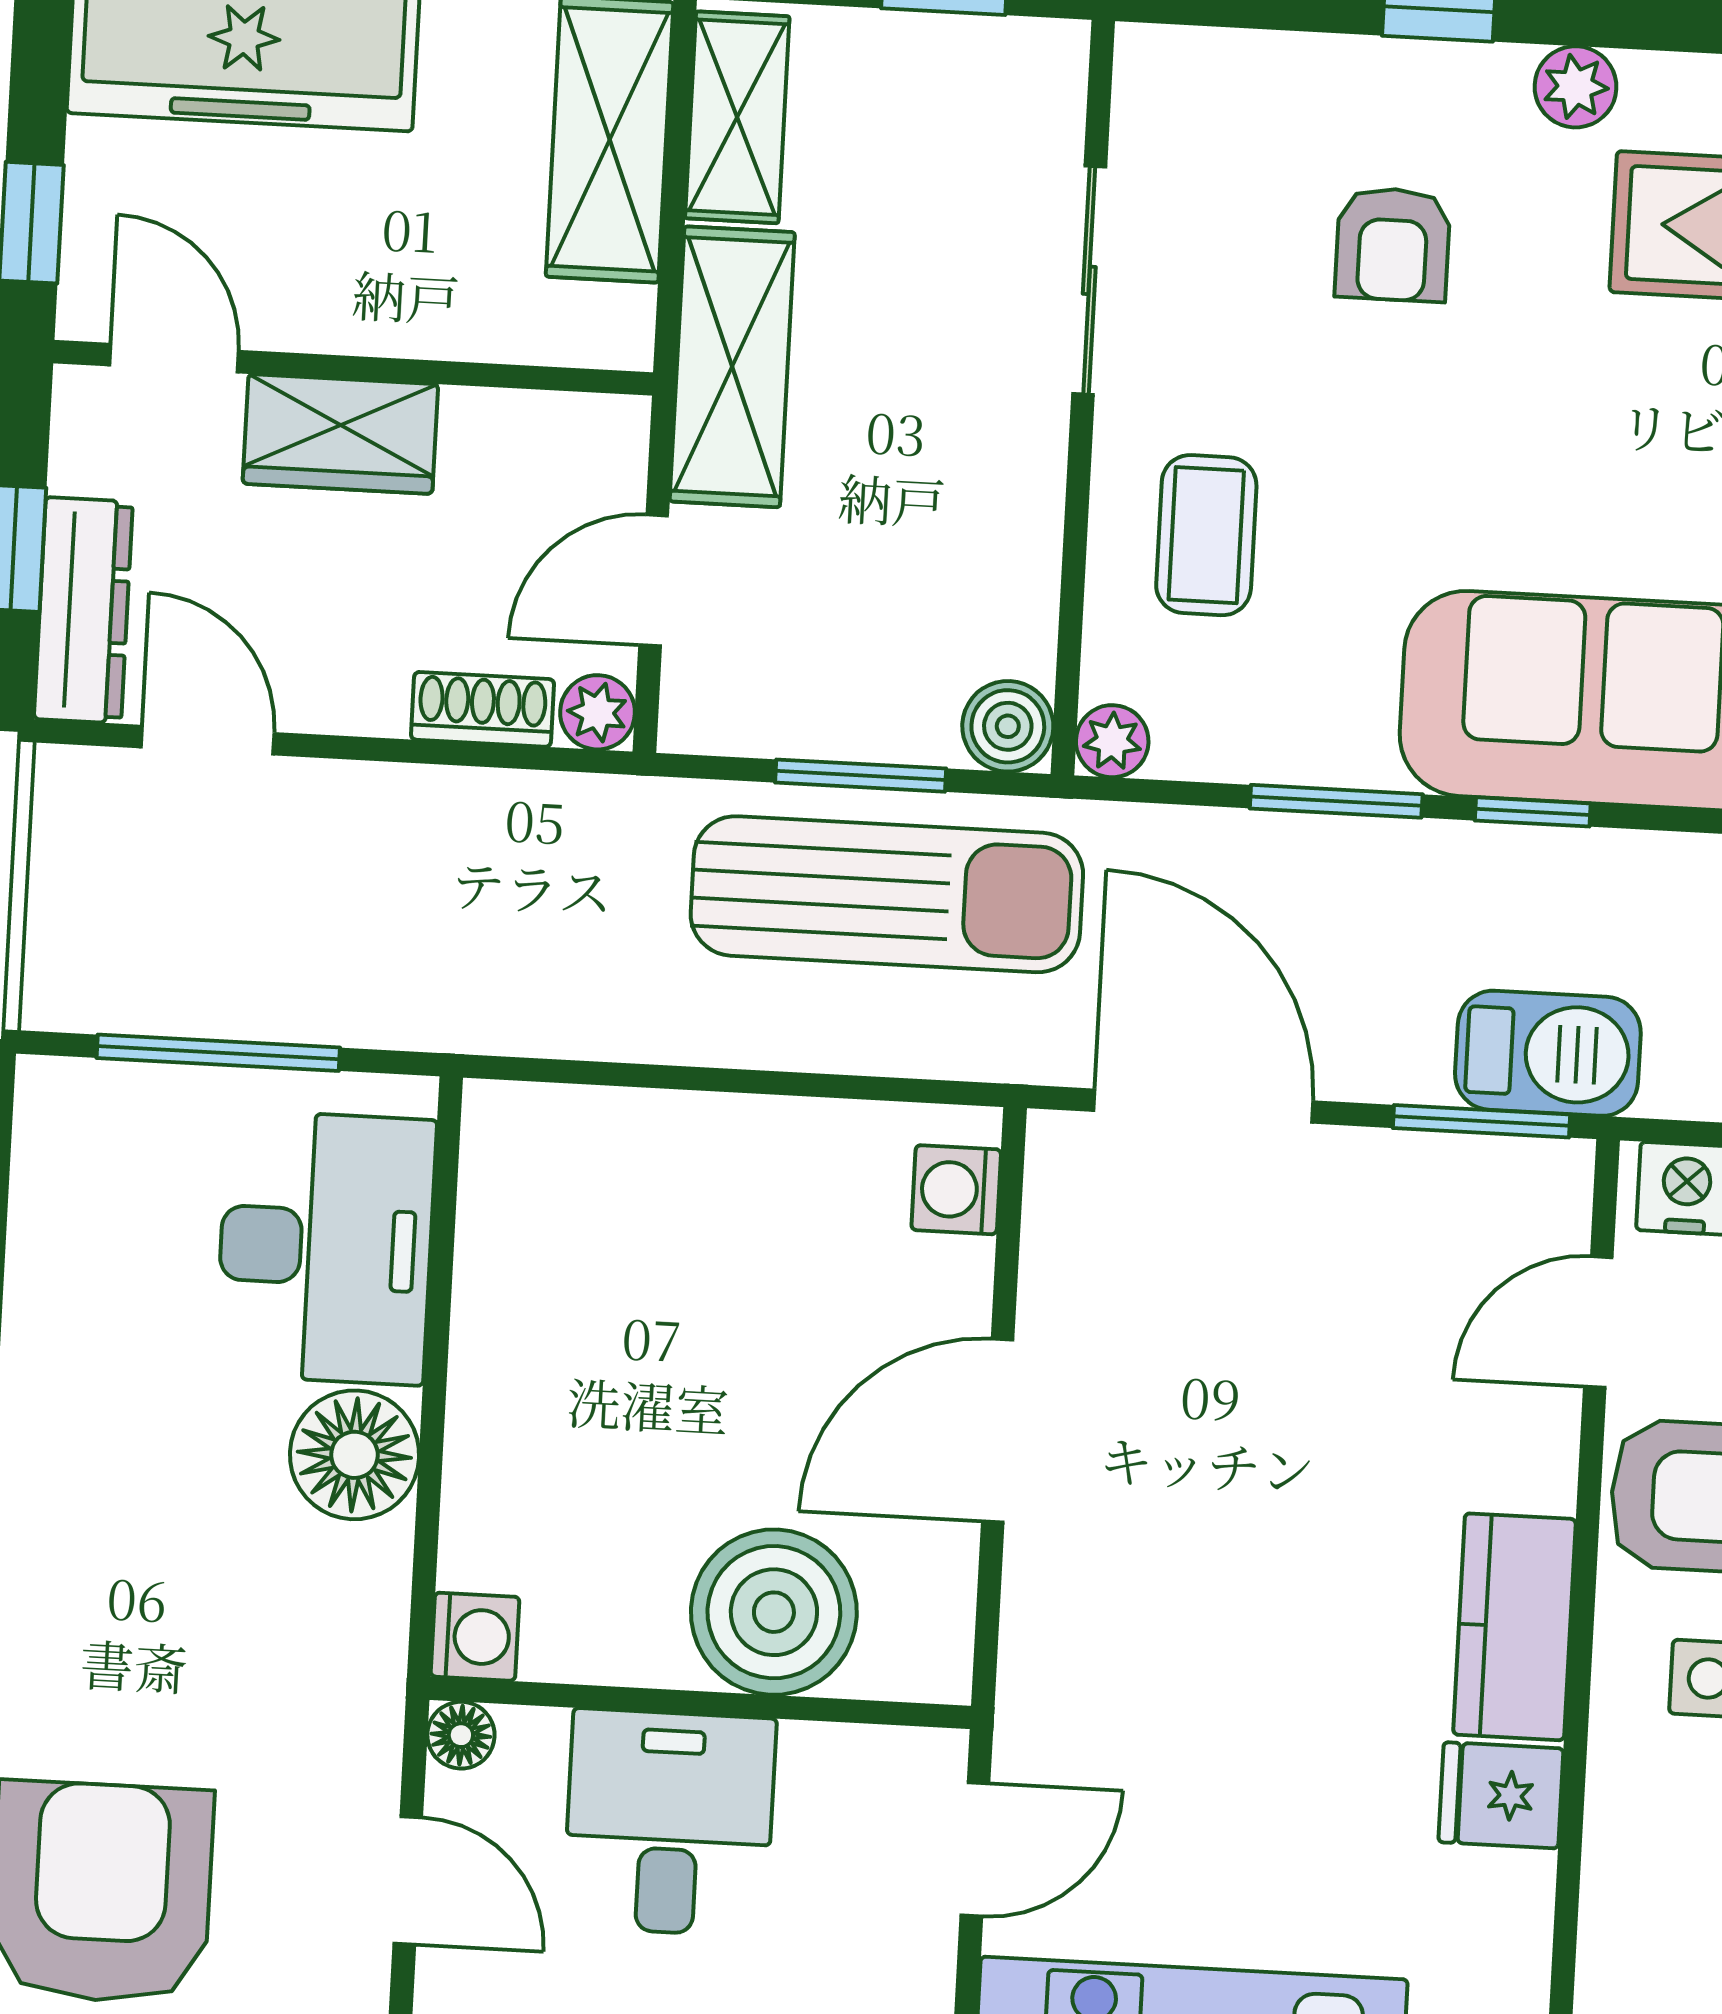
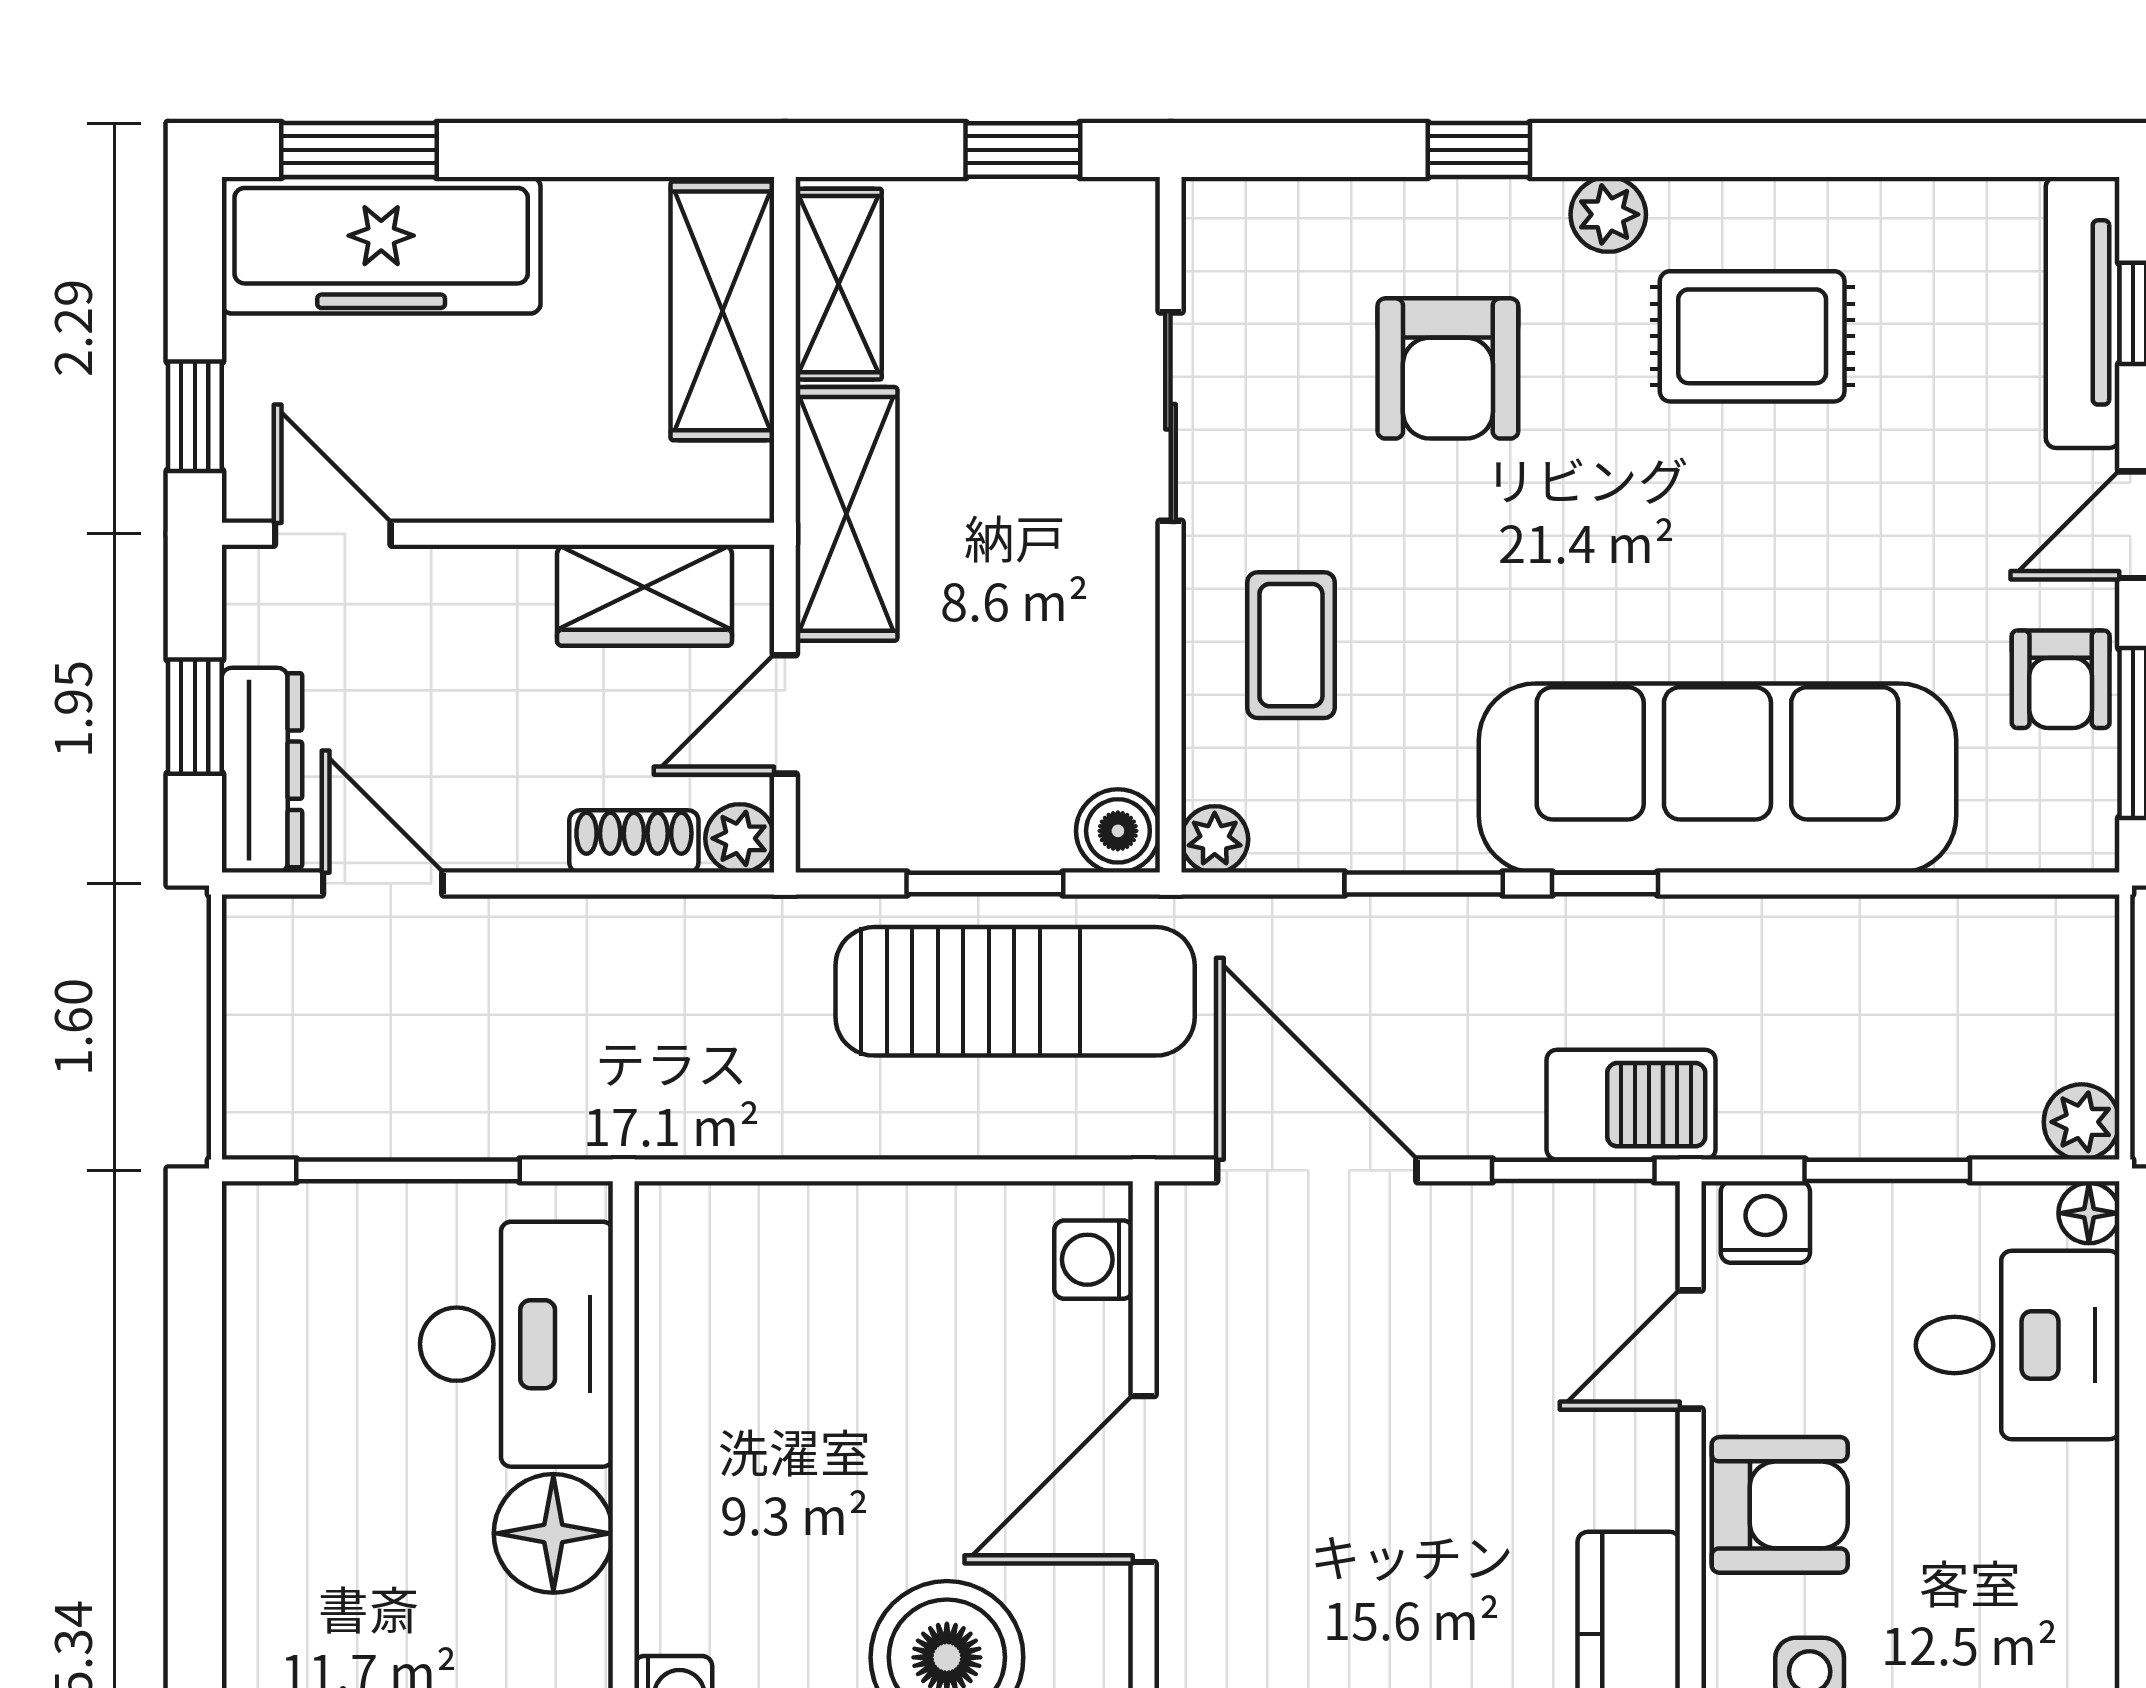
armchair: (1393, 244) -> (1448, 368), width x1.38, depth x1.38
wardrobe: (340, 434) -> (645, 595), moved

